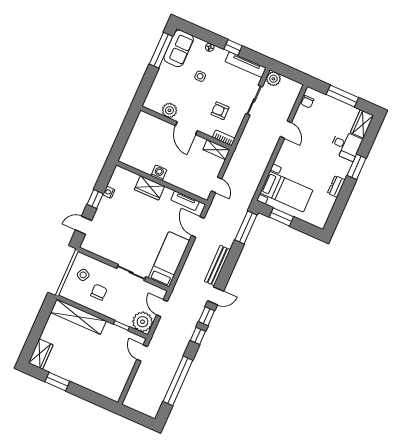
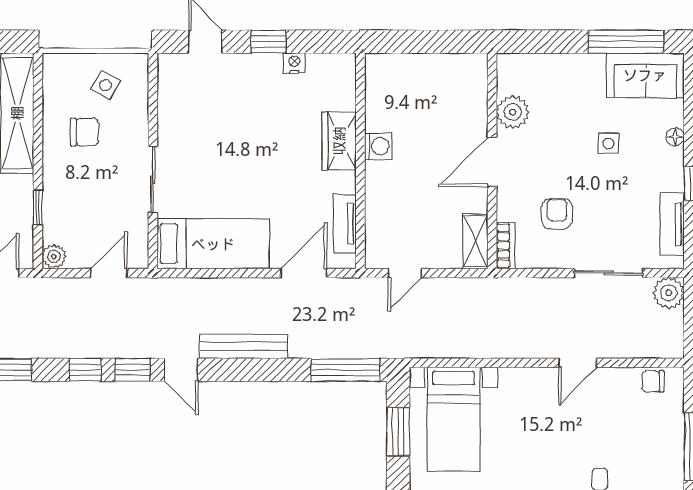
tv unit: (246, 65) -> (672, 224), width x0.71
plant: (143, 322) -> (54, 256), width x0.53, depth x0.53

